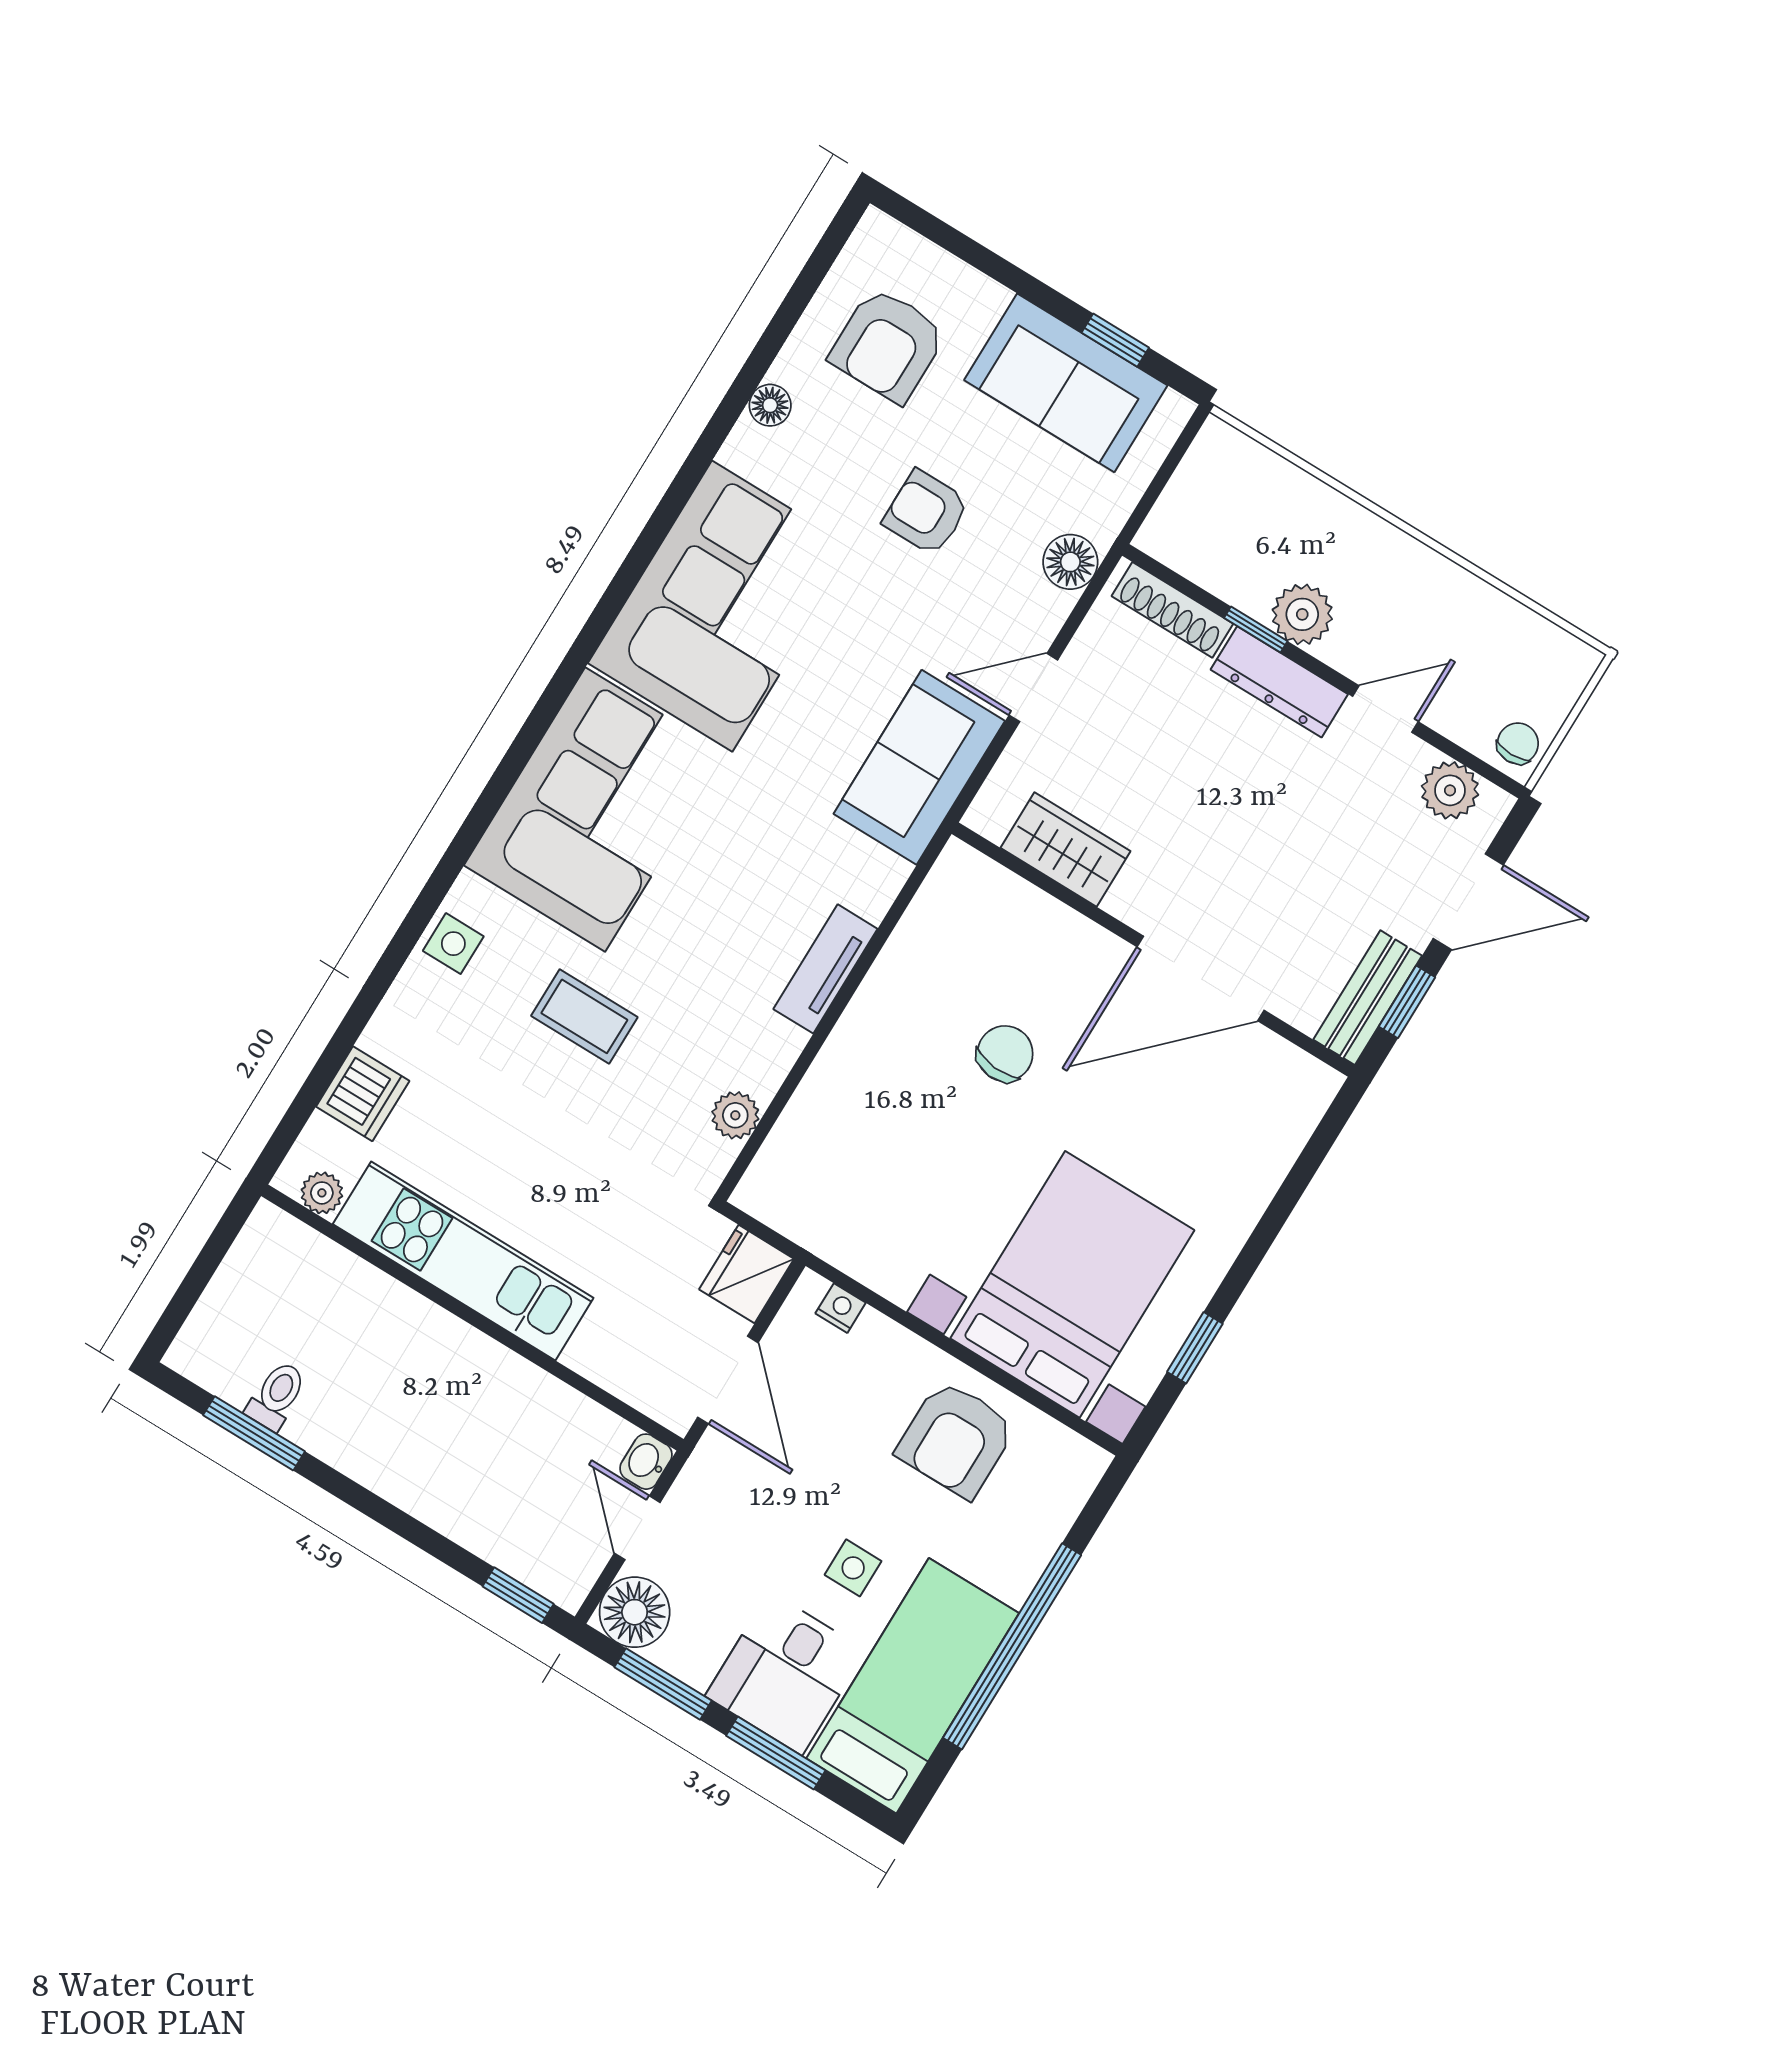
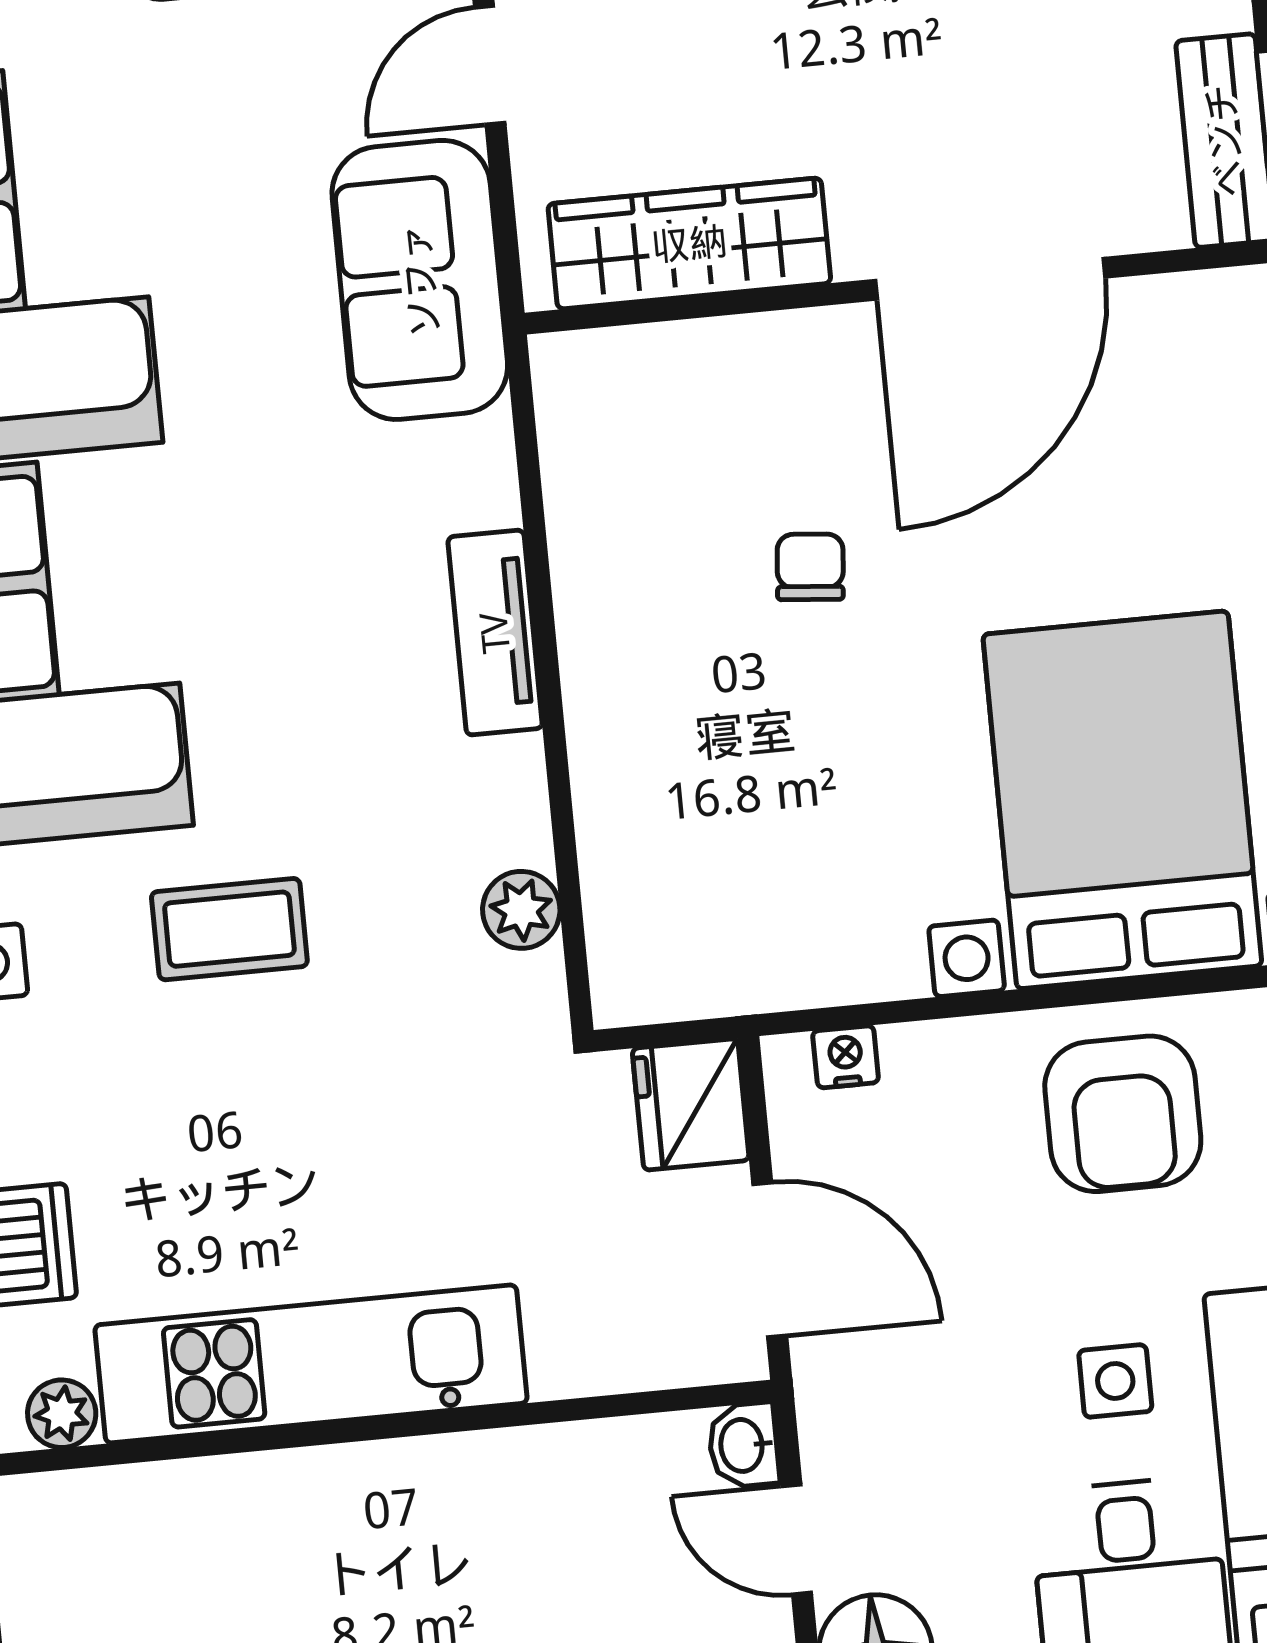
wardrobe: (1066, 849) -> (689, 244), width x1.50
chair: (1005, 1054) -> (810, 567), width x0.73, depth x0.73

